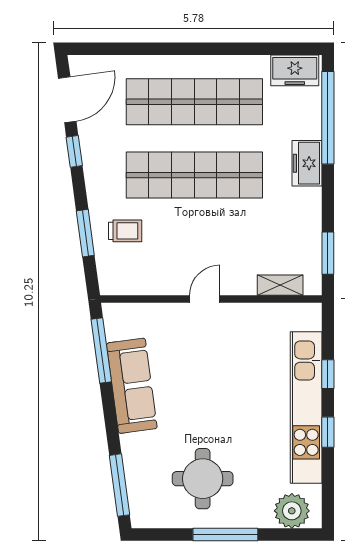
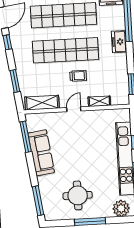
trolley: (125, 231) -> (78, 76), moved
shelving: (139, 281) -> (42, 103), added
shelving: (280, 285) -> (99, 101), moved

